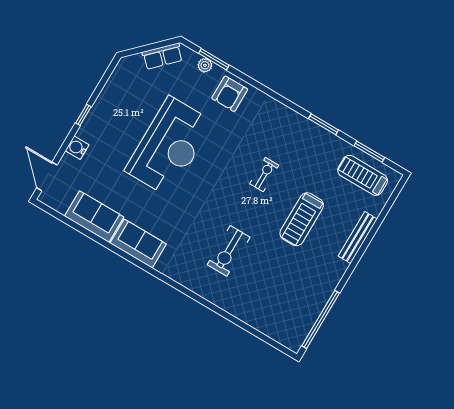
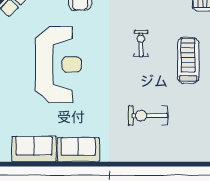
treadmill: (302, 219) -> (188, 60), turned 180
exercise bike: (229, 251) -> (148, 116), turned 90

